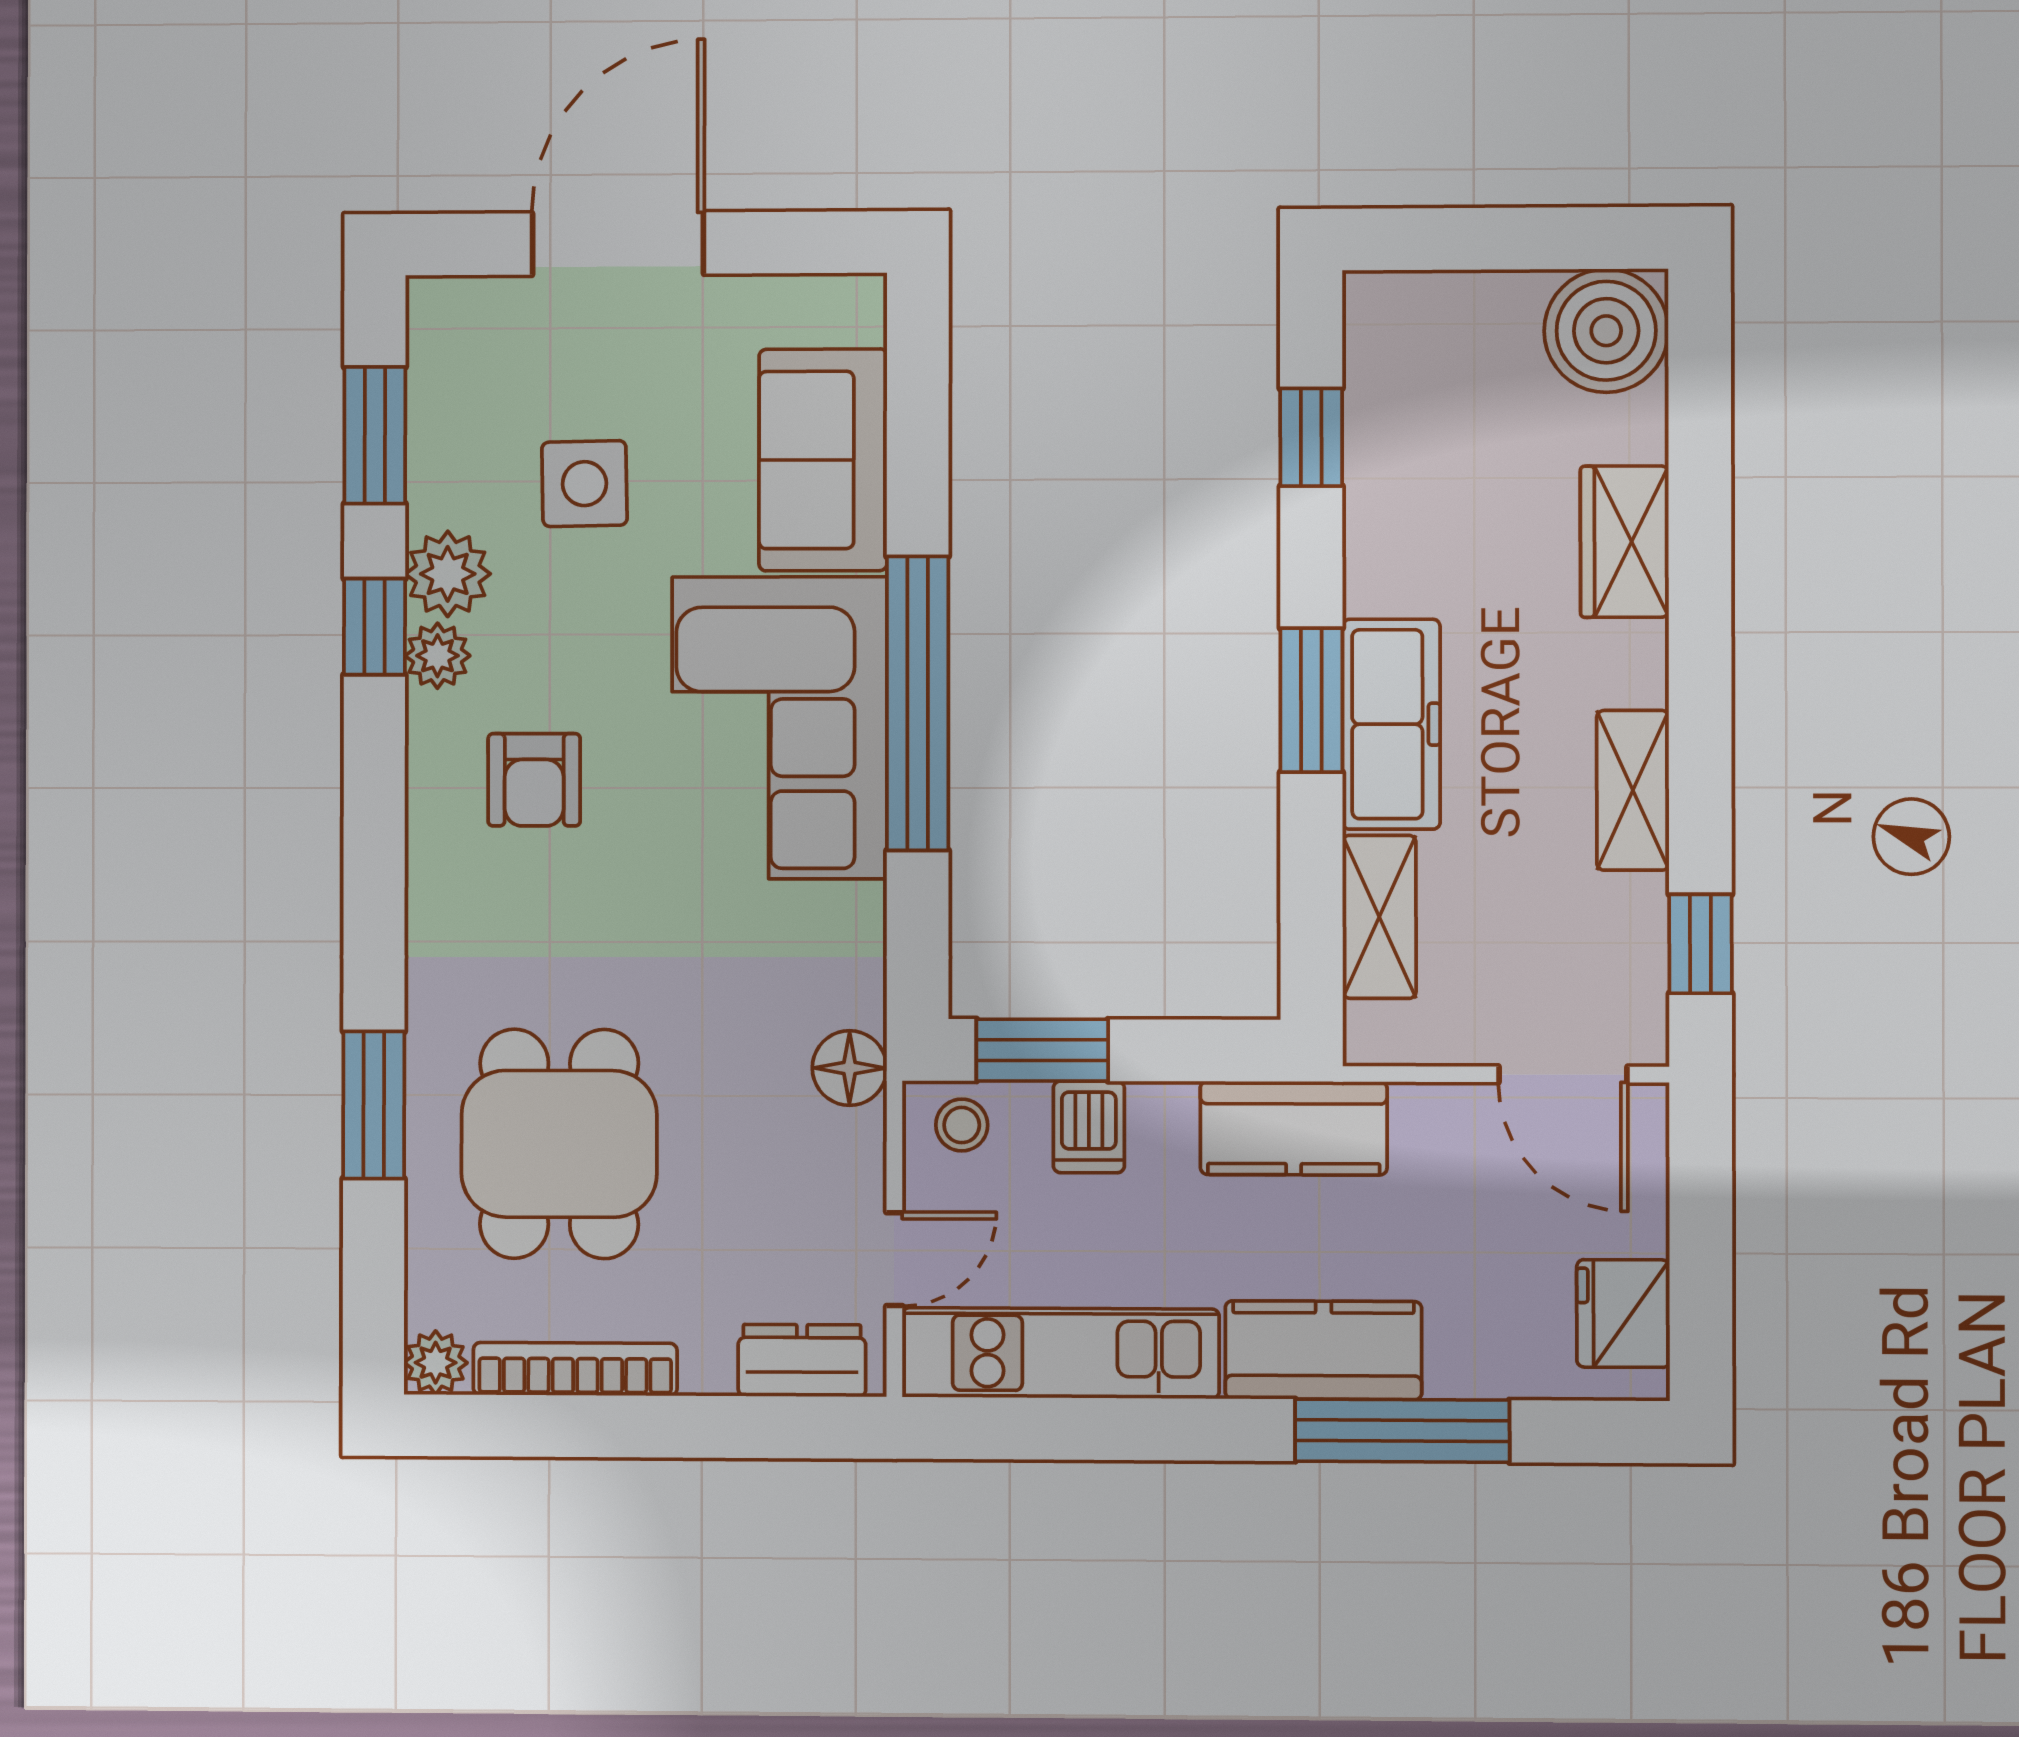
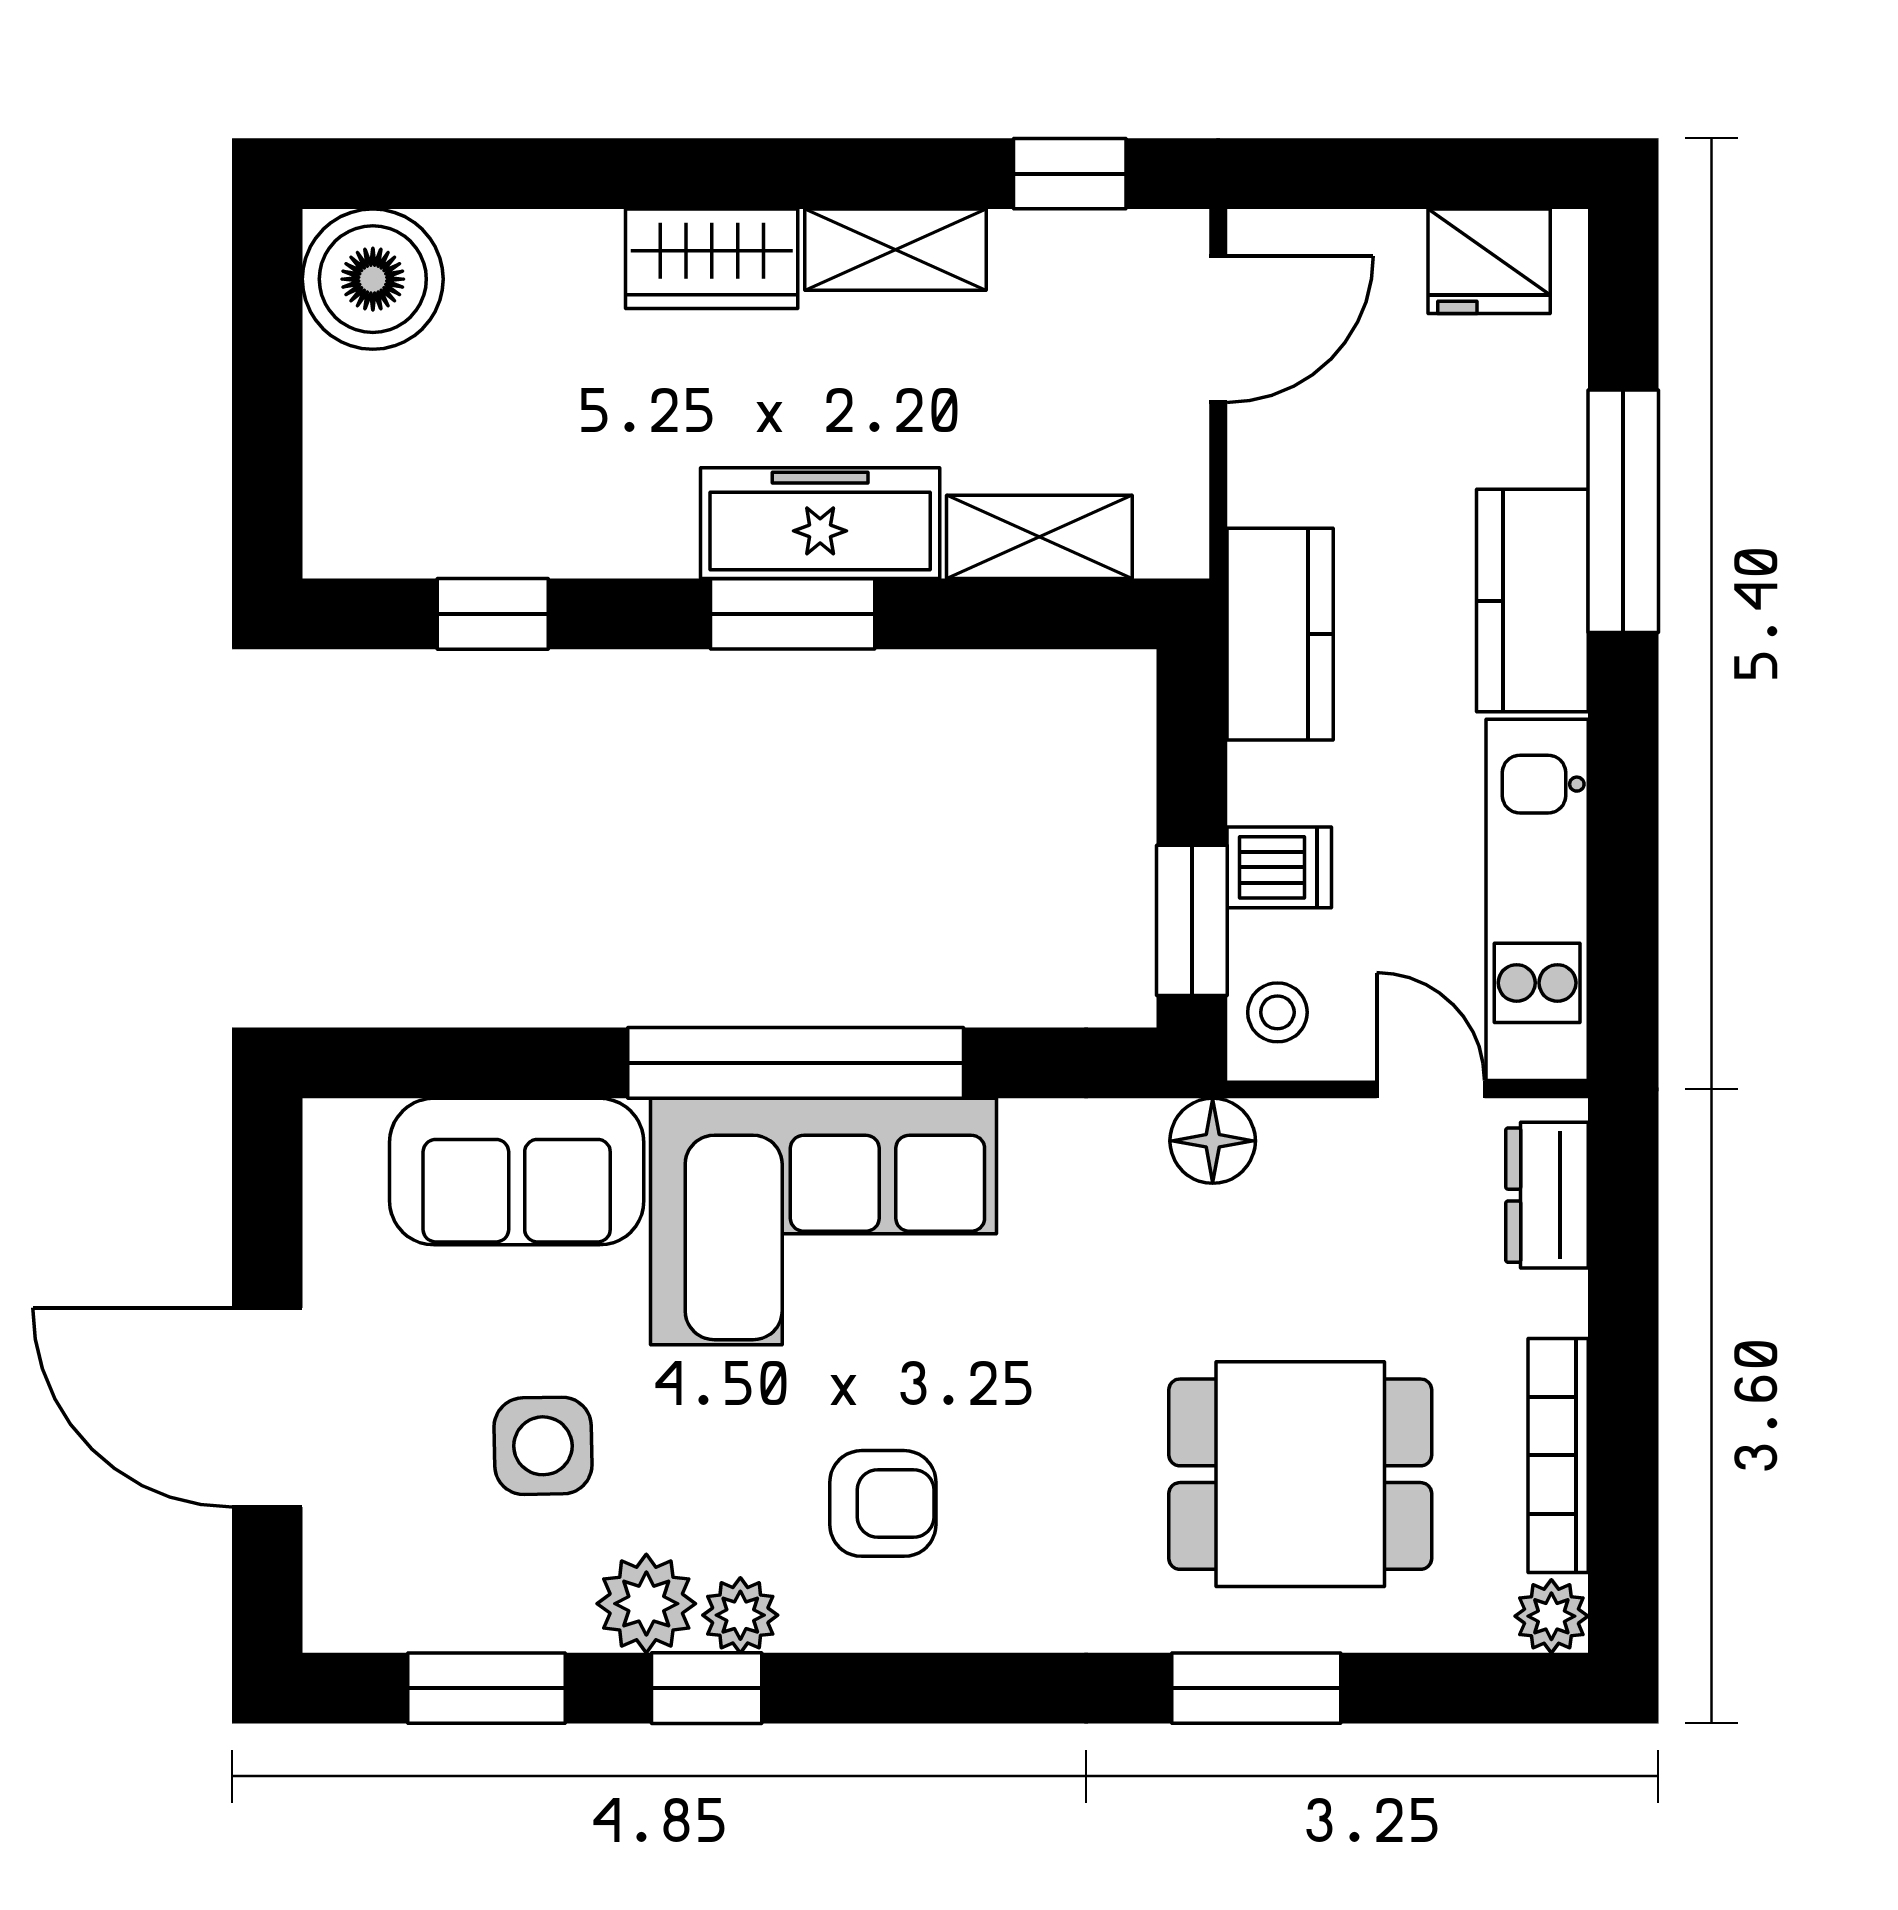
wardrobe: (1625, 542) -> (712, 259), moved

